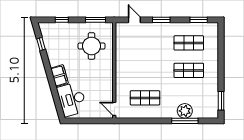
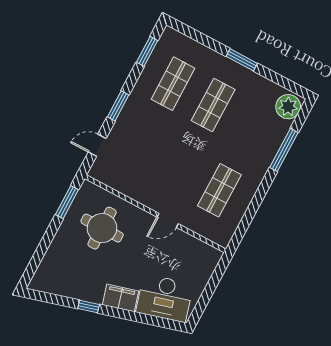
window: (62, 20) -> (41, 251), removed
window: (41, 44) -> (89, 307), moved
window: (221, 101) -> (242, 60), moved
door: (114, 109) -> (168, 220), moved
plant: (185, 111) -> (288, 107), moved

